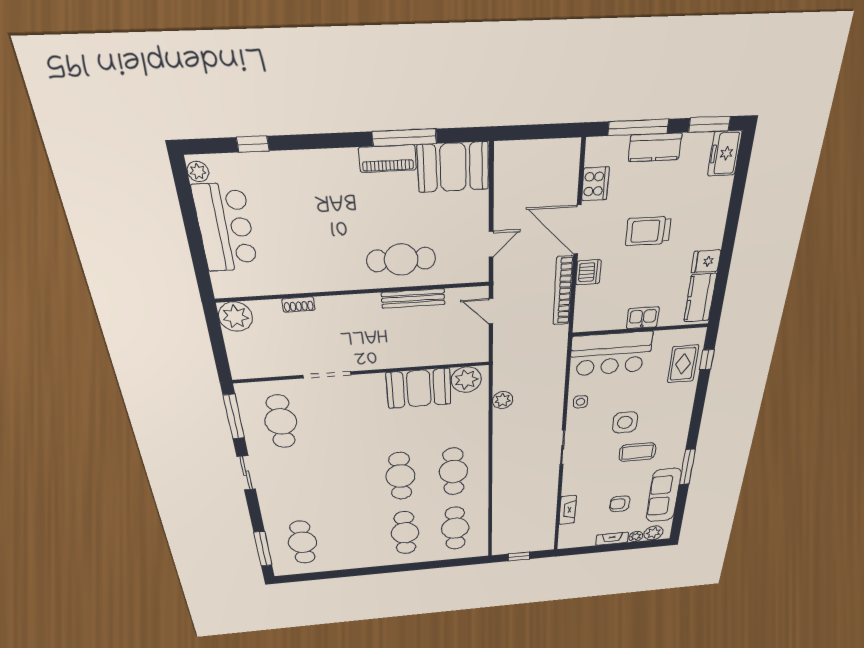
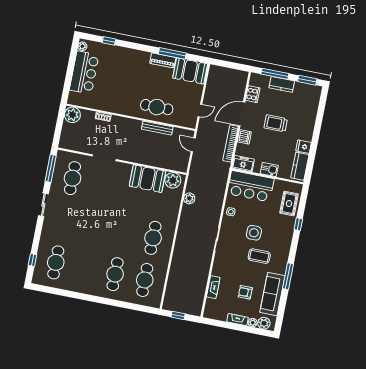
freezer: (725, 153) -> (243, 164), moved, turned 90
door: (577, 230) -> (242, 114), hinge flipped
window: (707, 360) -> (298, 224), moved
cafe table: (400, 476) -> (123, 232), removed
window: (263, 549) -> (32, 260), width x0.46

